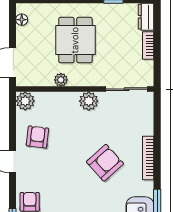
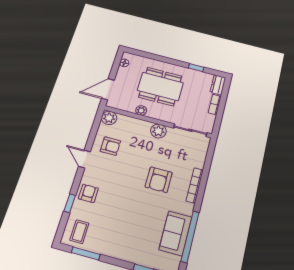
dining table: (75, 40) -> (160, 87), width x1.38
armchair: (37, 137) -> (110, 146), turned 83
armchair: (105, 163) -> (159, 180), turned 132

